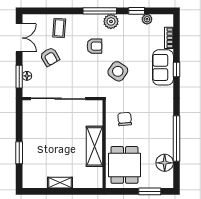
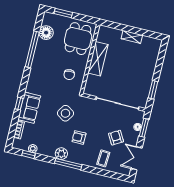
window: (137, 11) -> (28, 154), moved
window: (19, 153) -> (153, 90), moved

